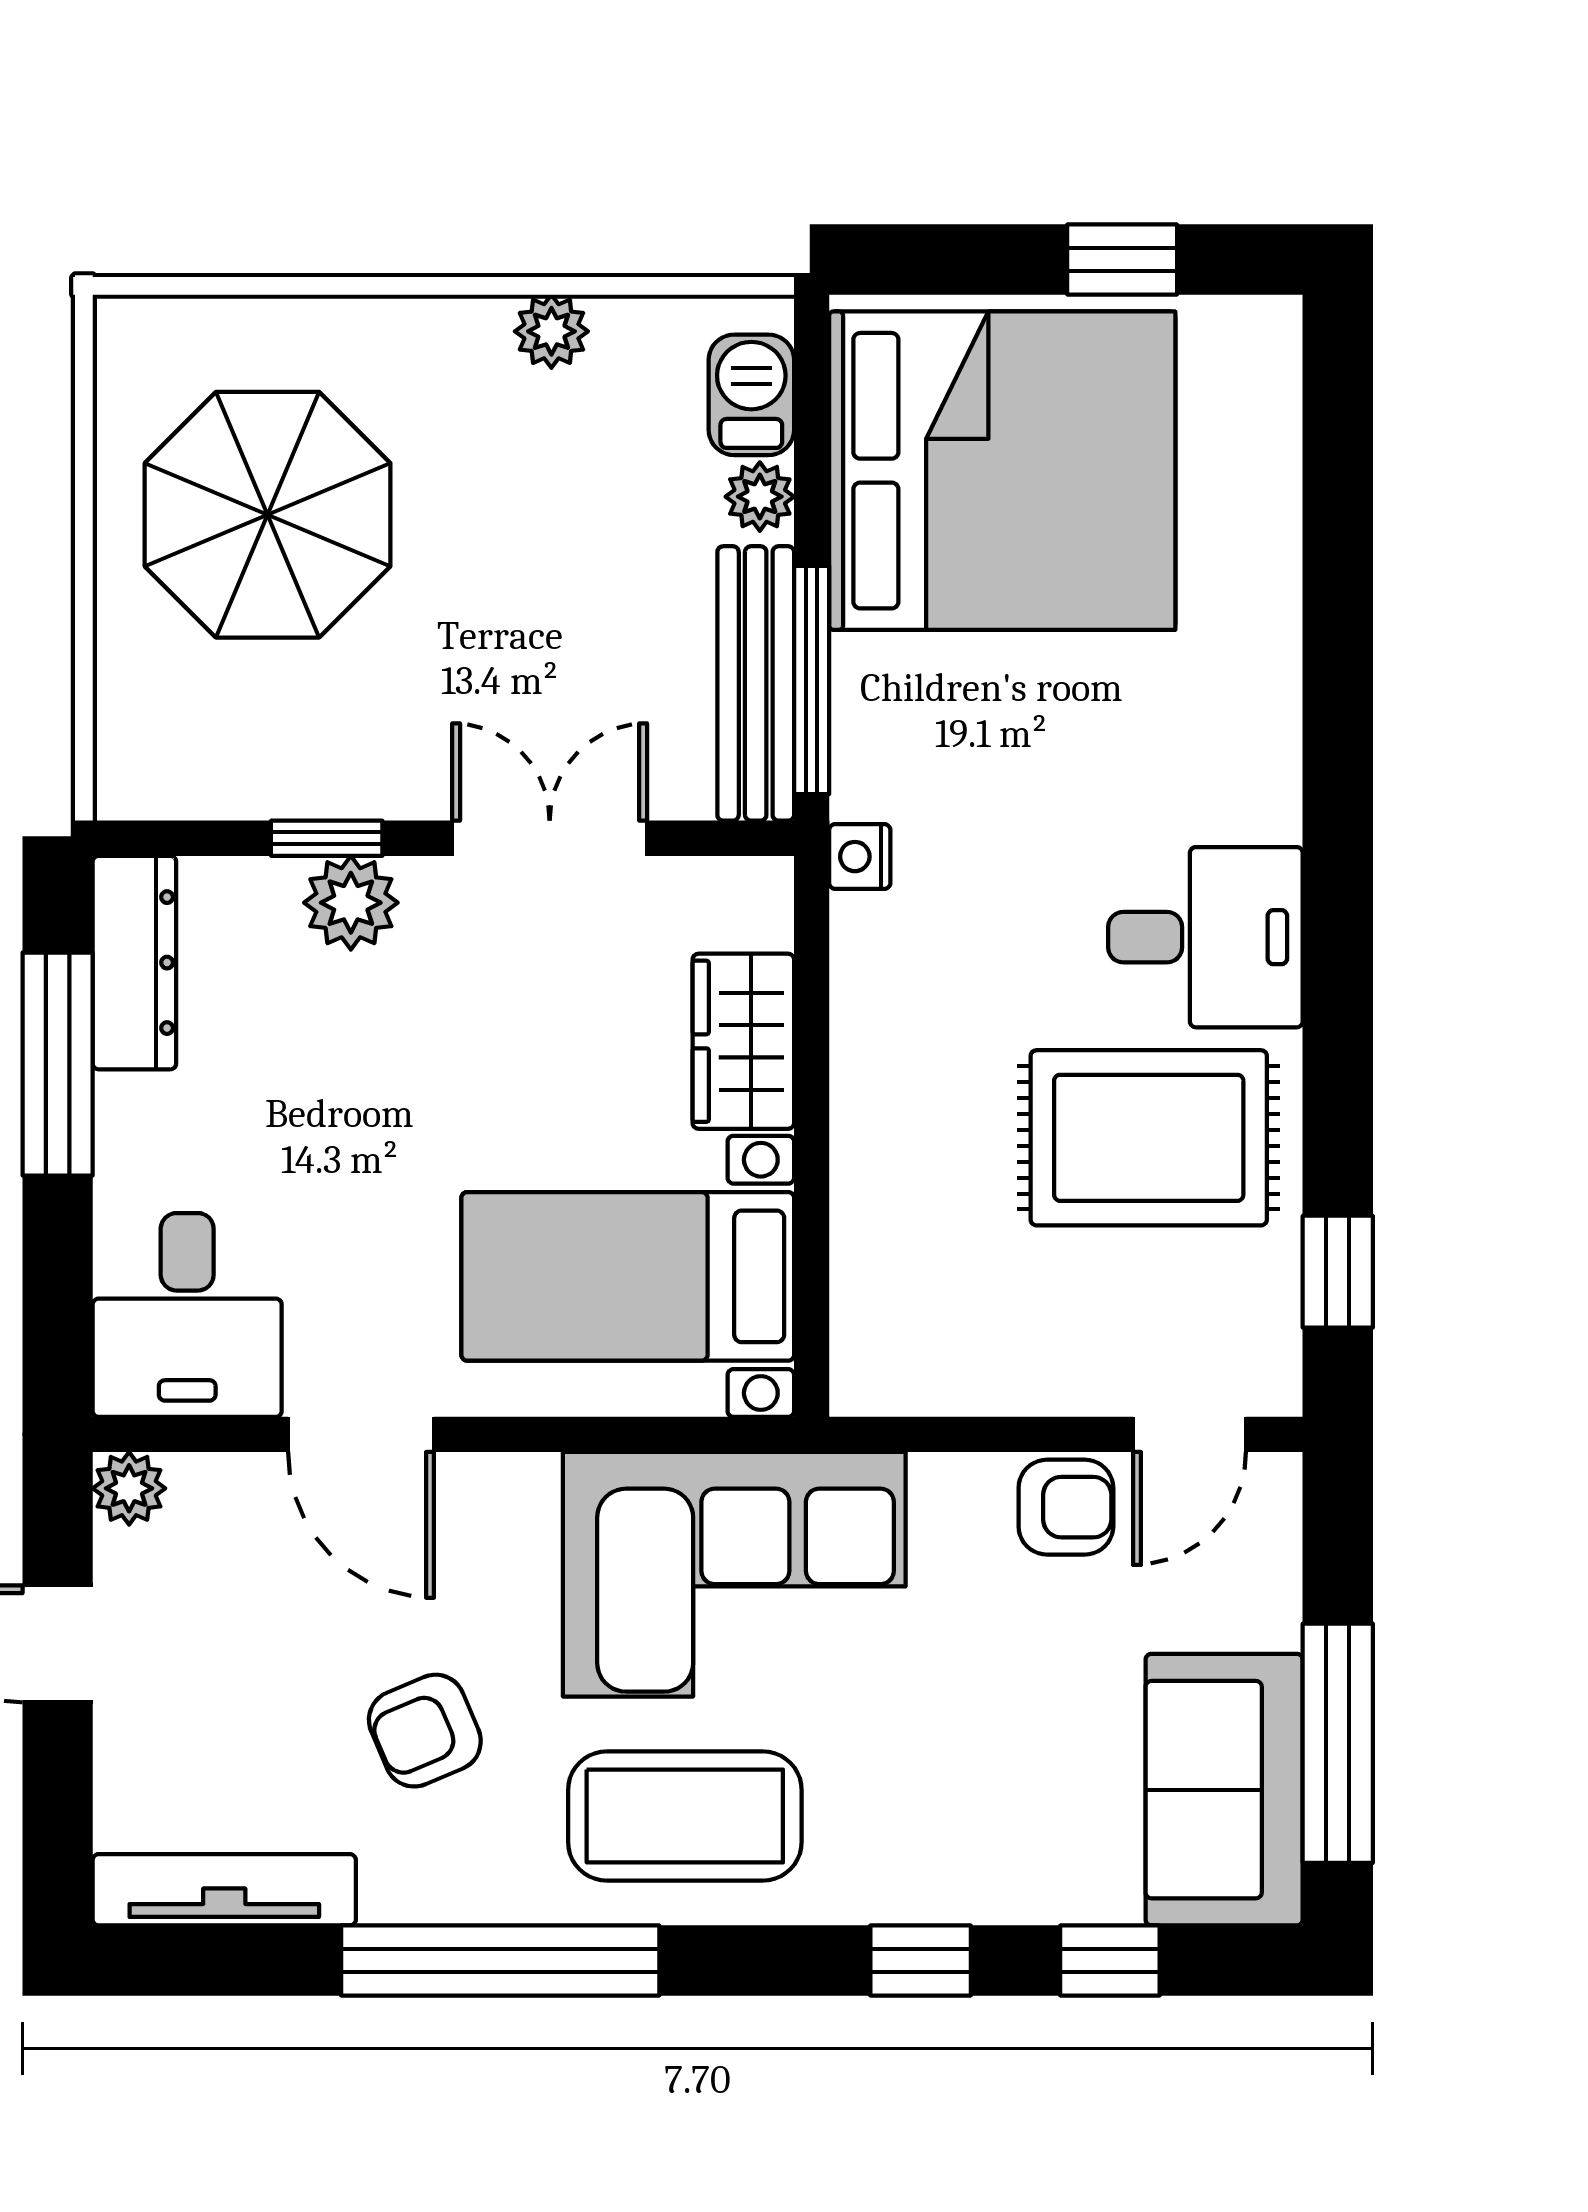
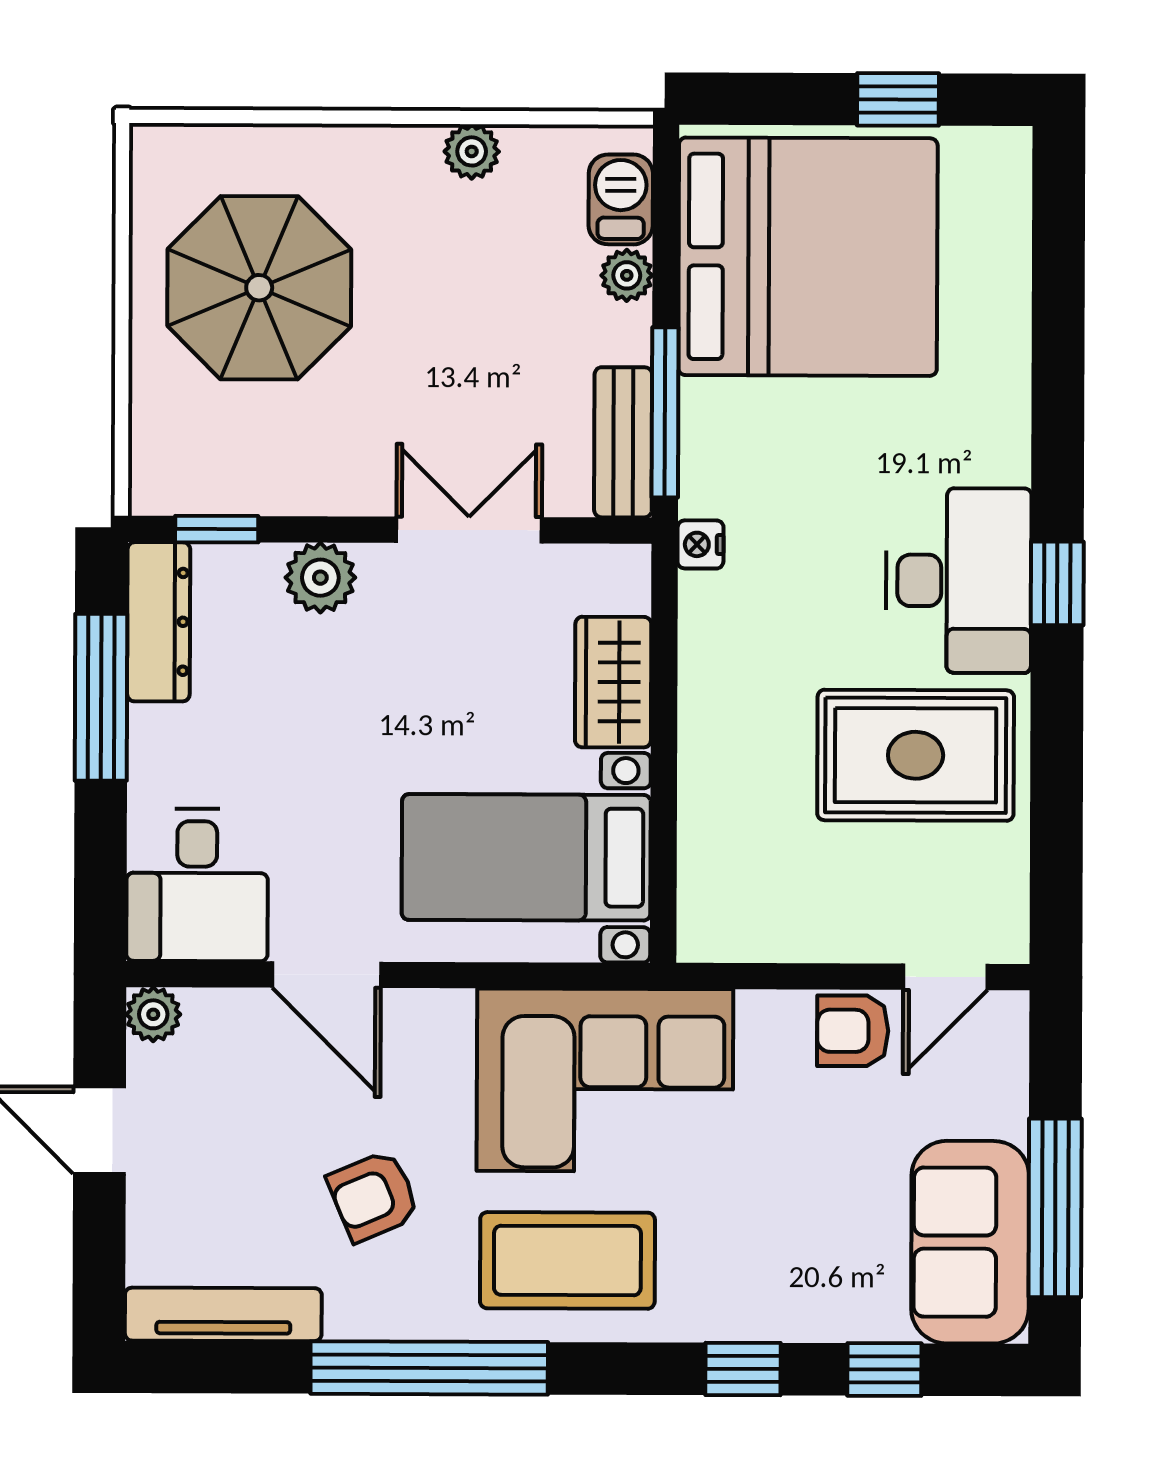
bench: (756, 683) -> (623, 442), width x0.73
window: (327, 838) -> (217, 529), moved
desk: (1205, 937) -> (959, 580), width x1.37
window: (1338, 1272) -> (1057, 583), moved
armchair: (1066, 1507) -> (853, 1031), turned 180

